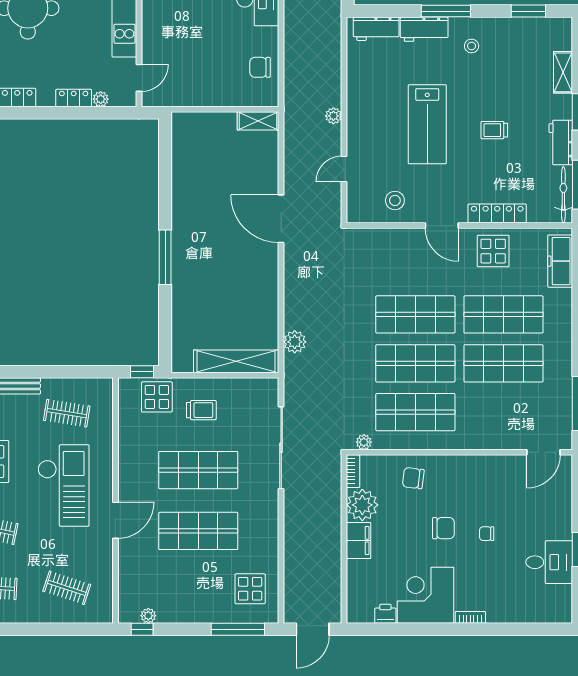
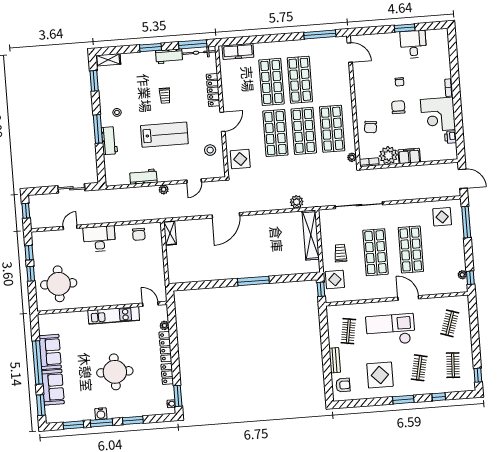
workbench: (376, 29) -> (143, 177), moved, turned -90
shelving: (563, 72) -> (108, 60), moved
locker: (74, 98) -> (165, 347), width x1.53
door: (344, 169) -> (194, 181), hinge flipped
display table: (493, 251) -> (240, 159), moved

